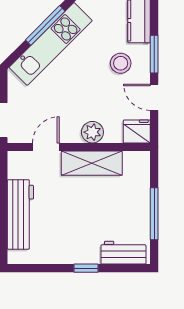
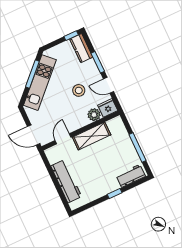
stool: (121, 63) -> (79, 90), moved
plant: (92, 132) -> (94, 115), moved

